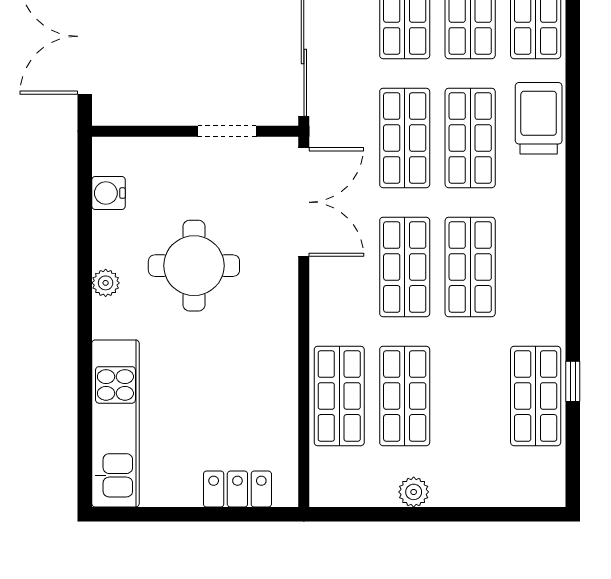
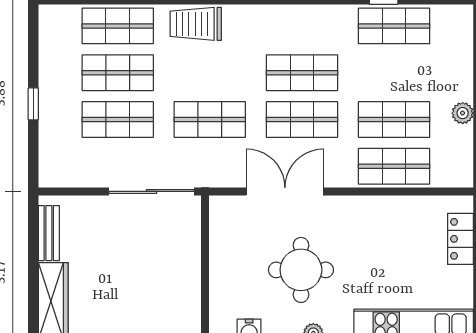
doorway: (227, 131) -> (205, 246), removed
shop shelf: (470, 138) -> (210, 73), removed
double door: (304, 202) -> (285, 191), moved

